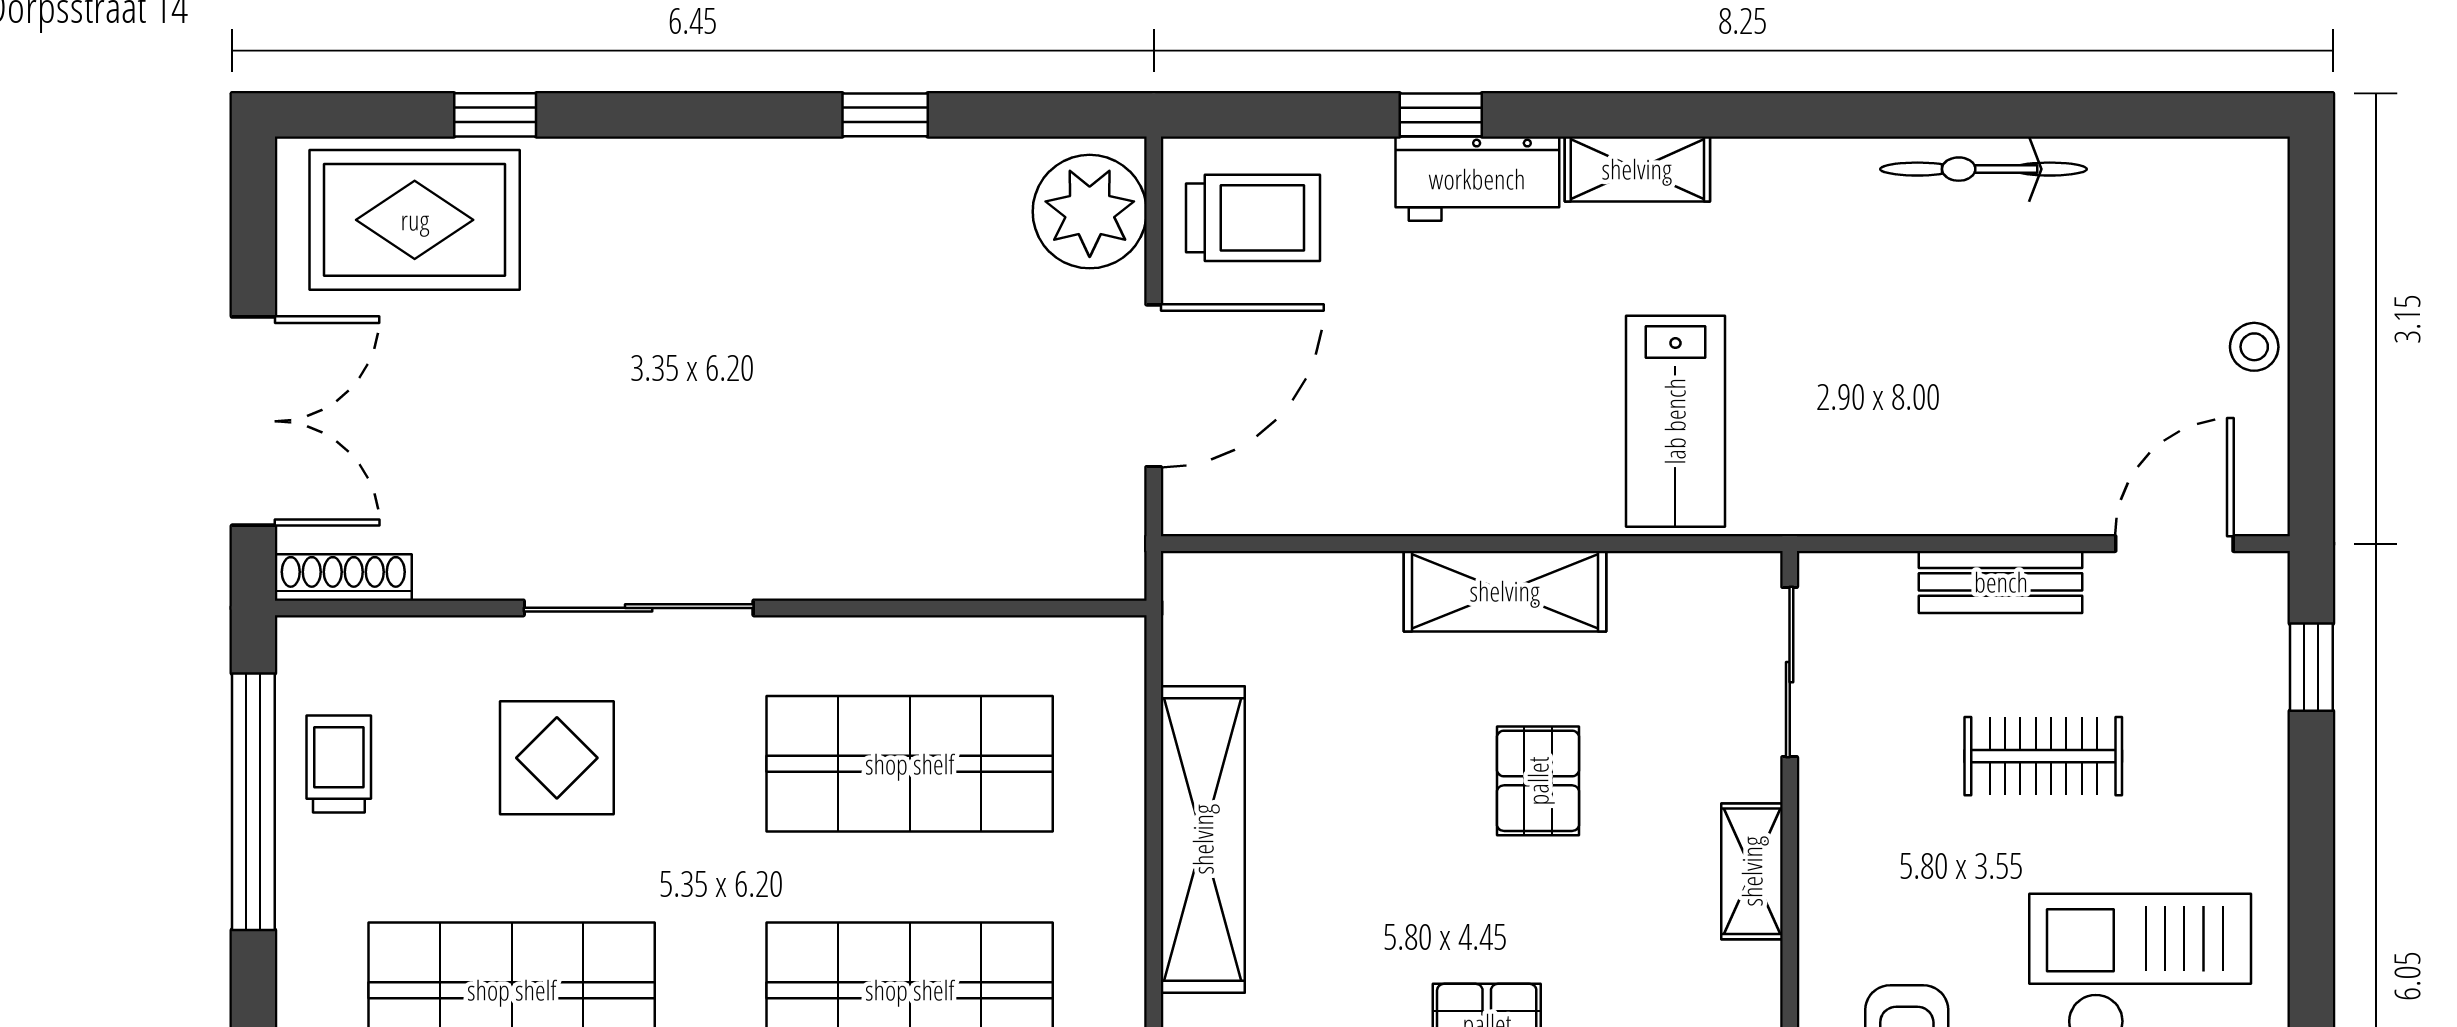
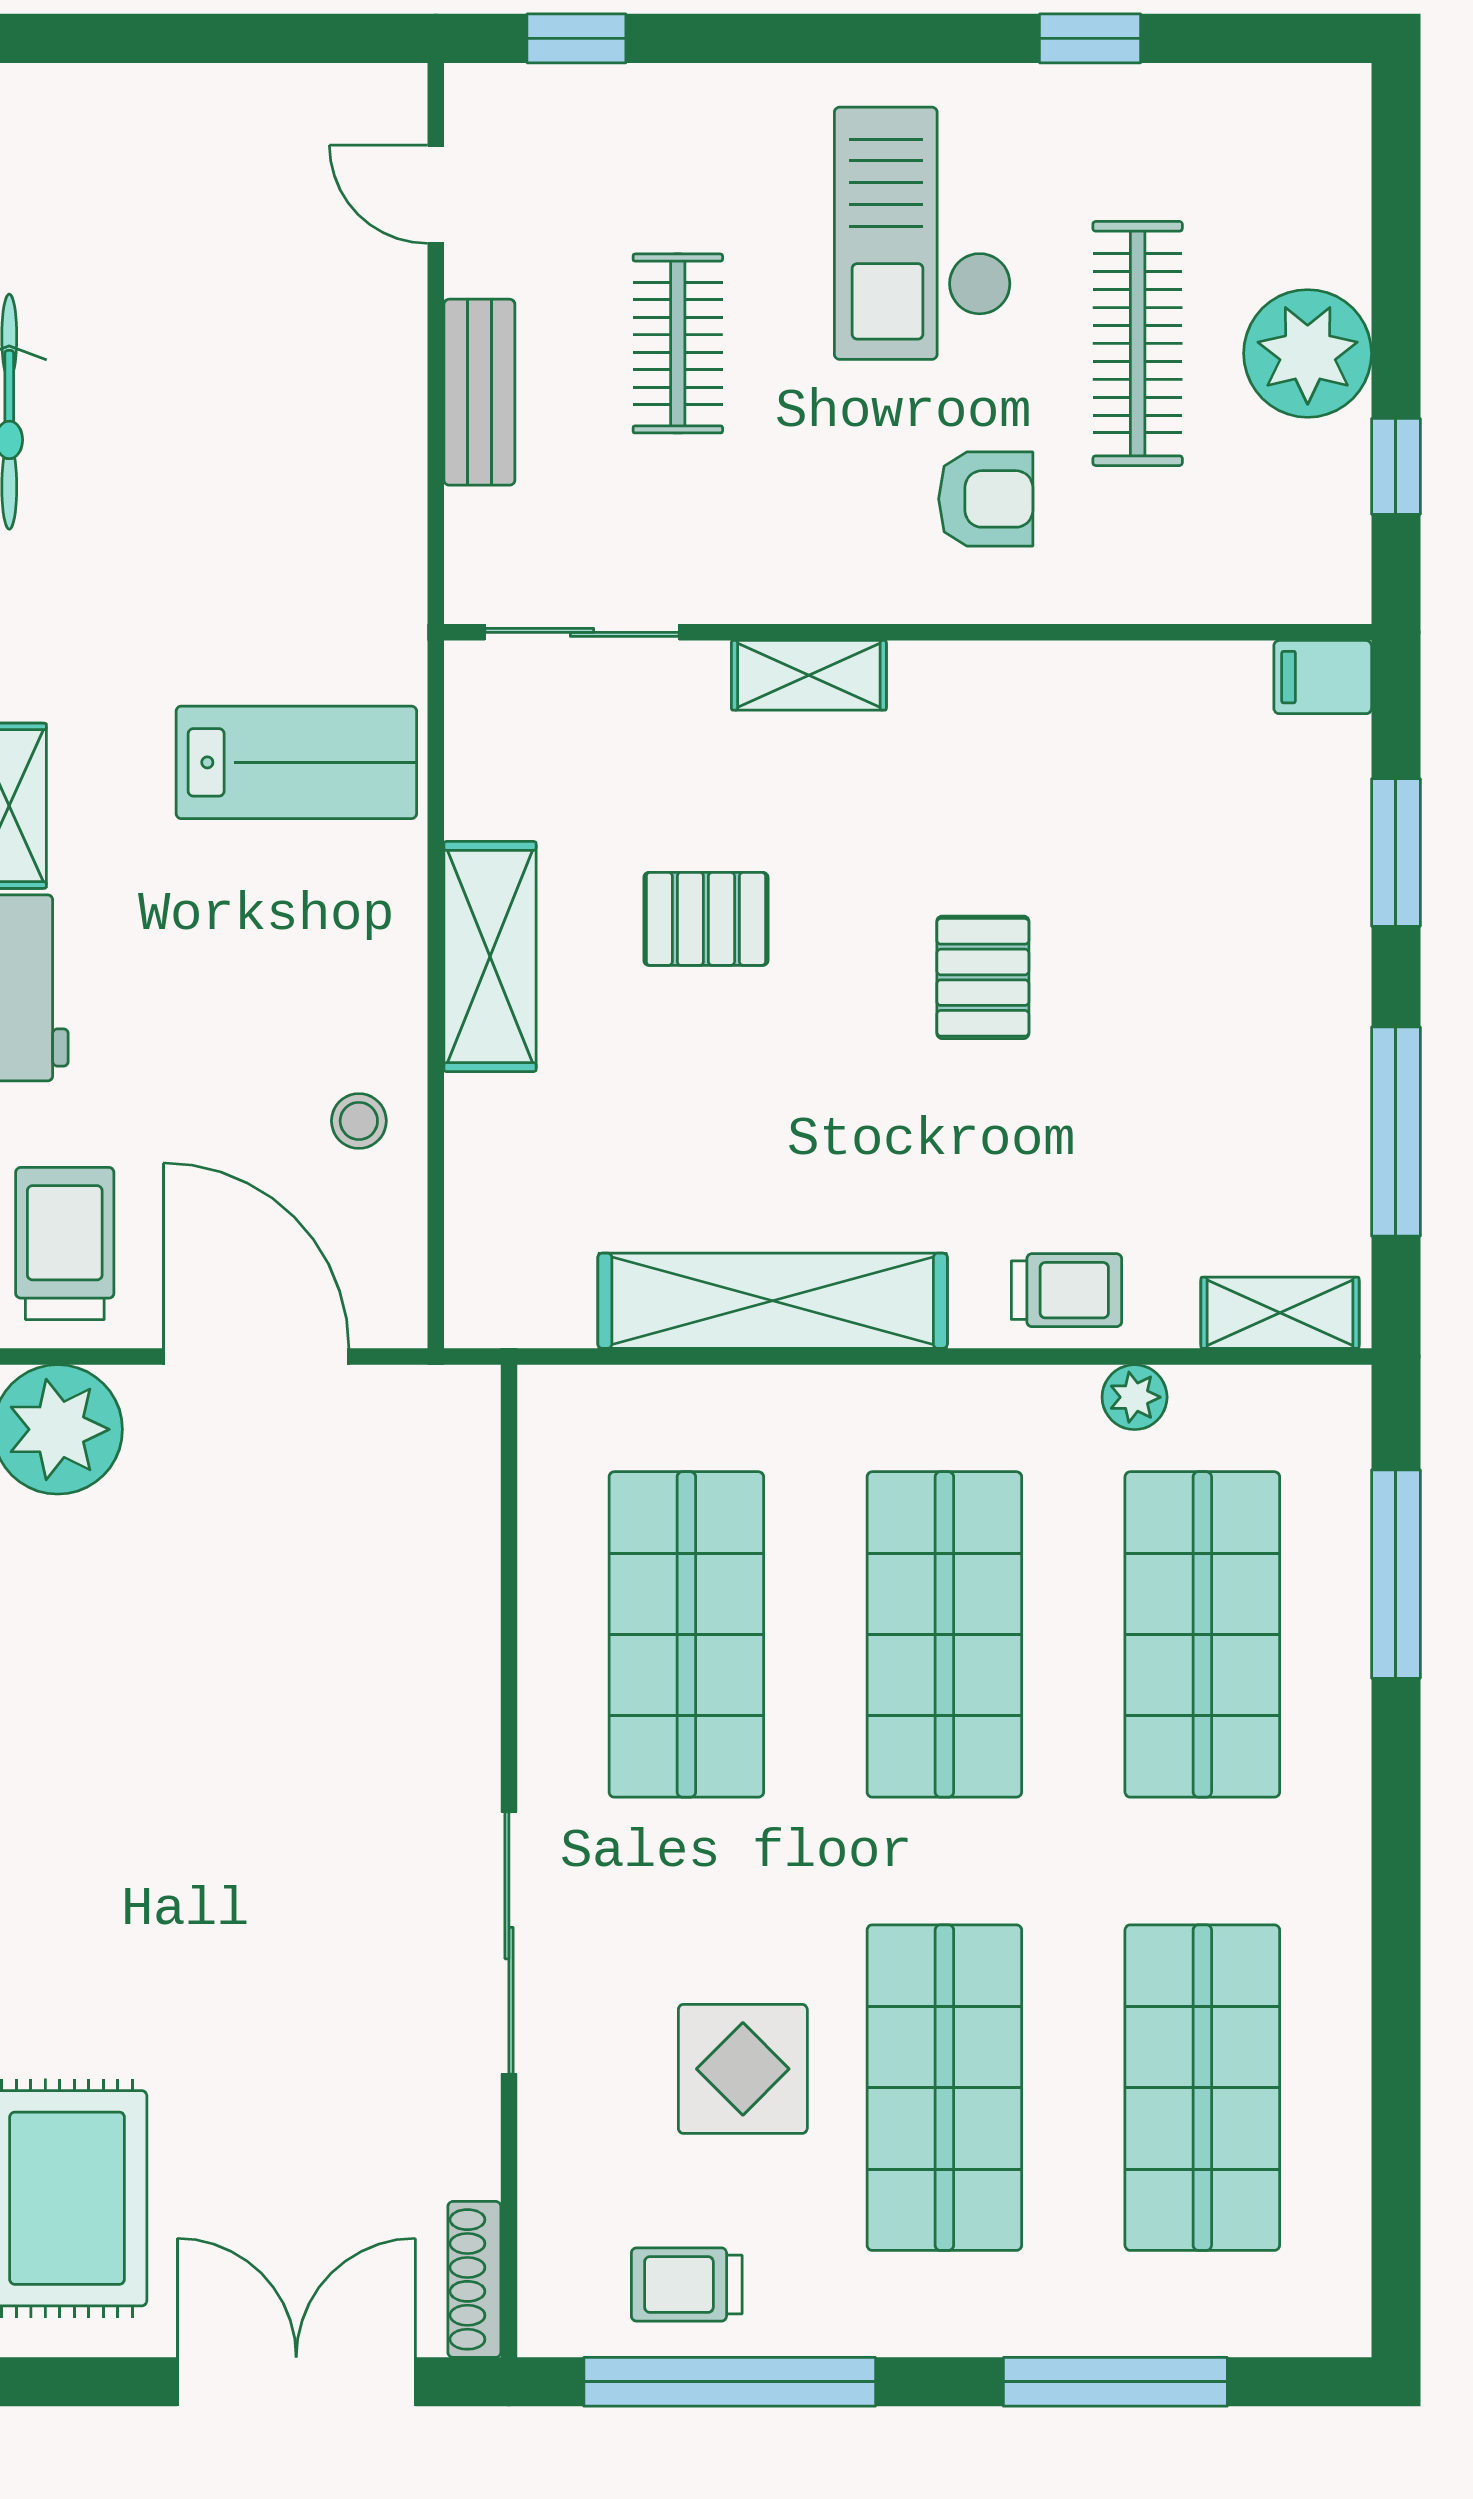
stool: (2254, 347) -> (359, 1121), moved
door: (2174, 544) -> (436, 194), width x0.73
display table: (557, 758) -> (743, 2069), moved

